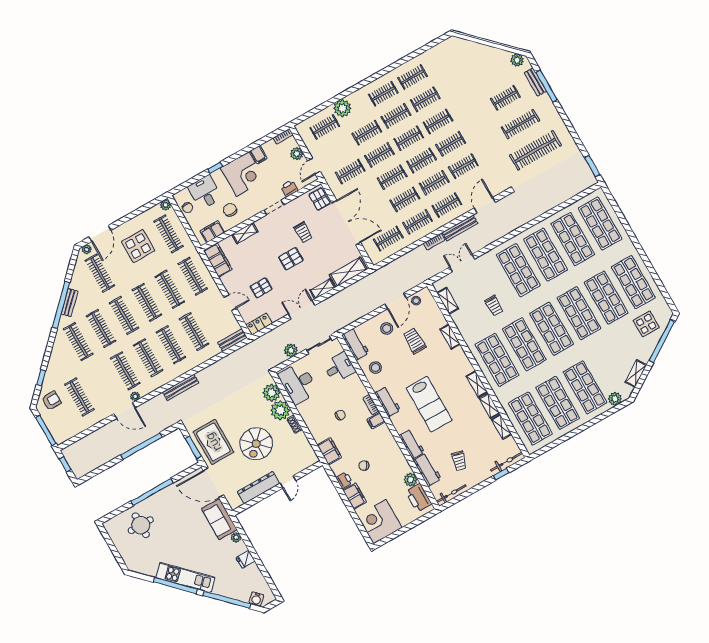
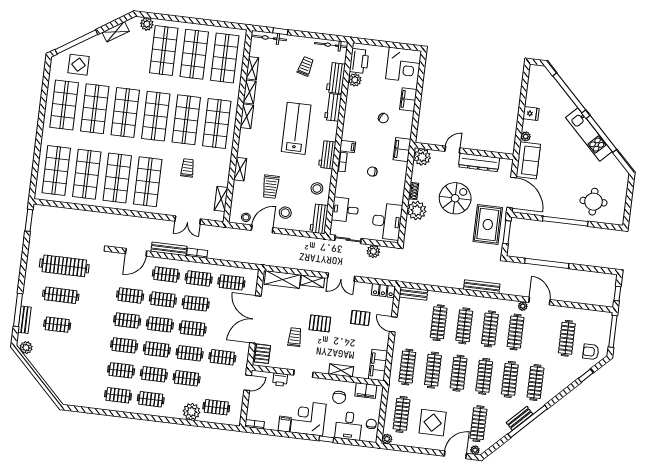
plant: (297, 154) -> (254, 403), removed
plant: (272, 393) -> (422, 157), moved
printer: (344, 480) -> (407, 118), removed
water cooler: (256, 599) -> (546, 76), removed

